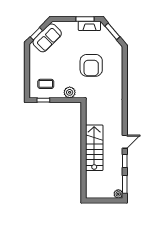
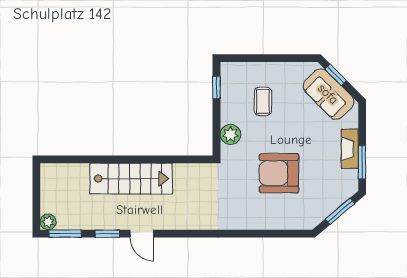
fireplace: (89, 26) -> (350, 149), moved
coffee table: (46, 84) -> (263, 101), moved

